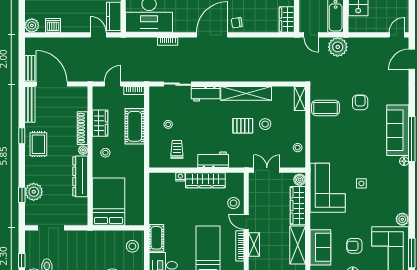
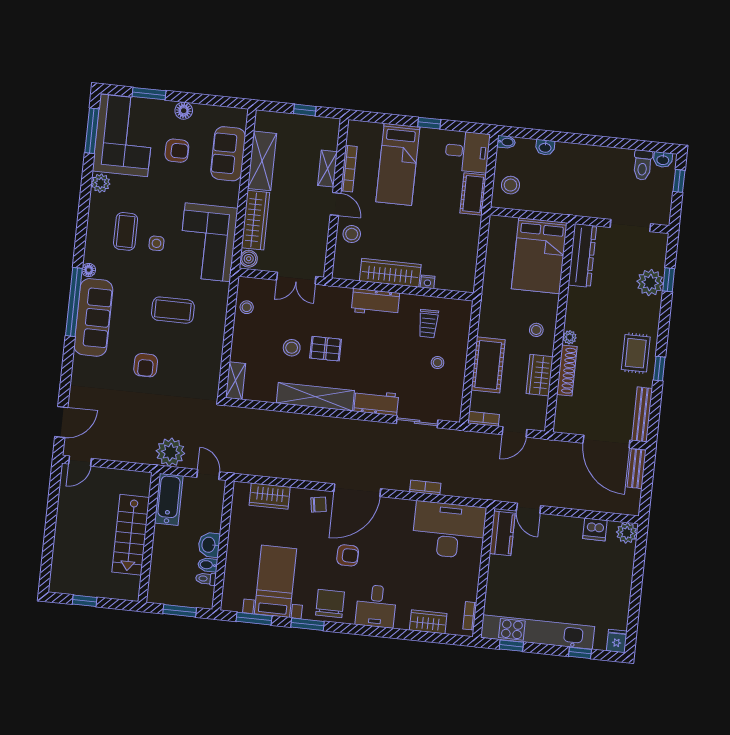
wardrobe: (287, 19) -> (270, 496), moved, turned 90
coffee table: (325, 108) -> (173, 310), moved
dresser: (80, 176) -> (582, 255), moved
coffee table: (383, 189) -> (126, 231), added

